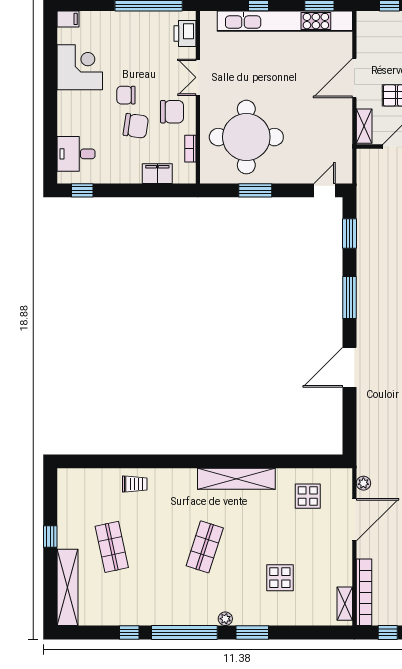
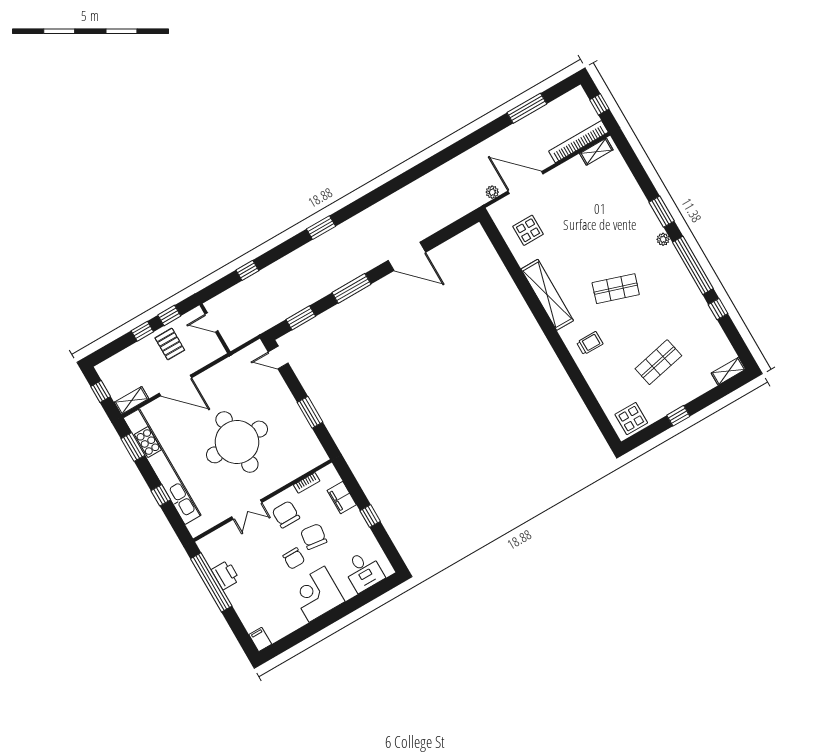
printer: (185, 34) -> (226, 575), moved, turned -90
corner desk: (80, 67) -> (317, 594), moved
shelving: (364, 126) -> (131, 401), moved
round table: (246, 137) -> (237, 442), moved
window: (82, 190) -> (370, 516), moved
trolley: (135, 484) -> (590, 343), moved, turned 90
display table: (280, 578) -> (631, 419), moved
shelving: (68, 587) -> (728, 371), width x0.45, depth x0.75

